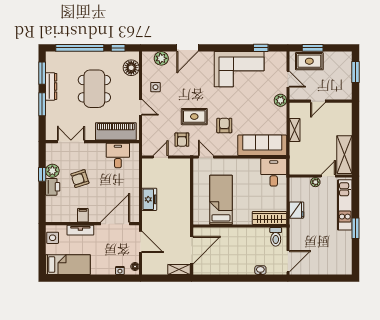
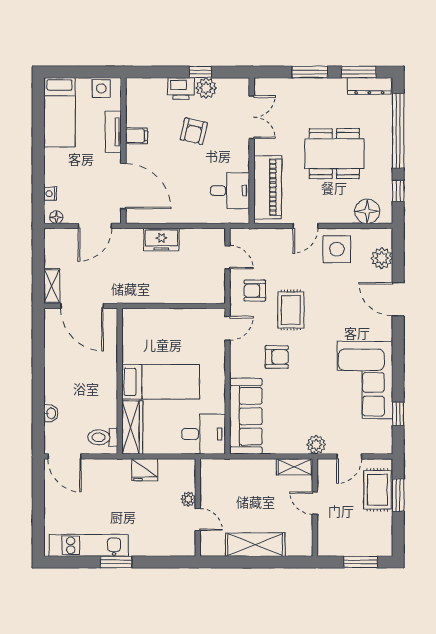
dresser: (51, 86) -> (369, 86), moved
side table: (155, 87) -> (337, 249), width x1.87, depth x1.87
shelving: (295, 130) -> (294, 467), moved
shelving: (344, 155) -> (255, 545), moved
armchair: (80, 179) -> (194, 131), turned -149
bed: (221, 200) -> (161, 382), moved
kitchen unit: (345, 205) -> (89, 545), moved

